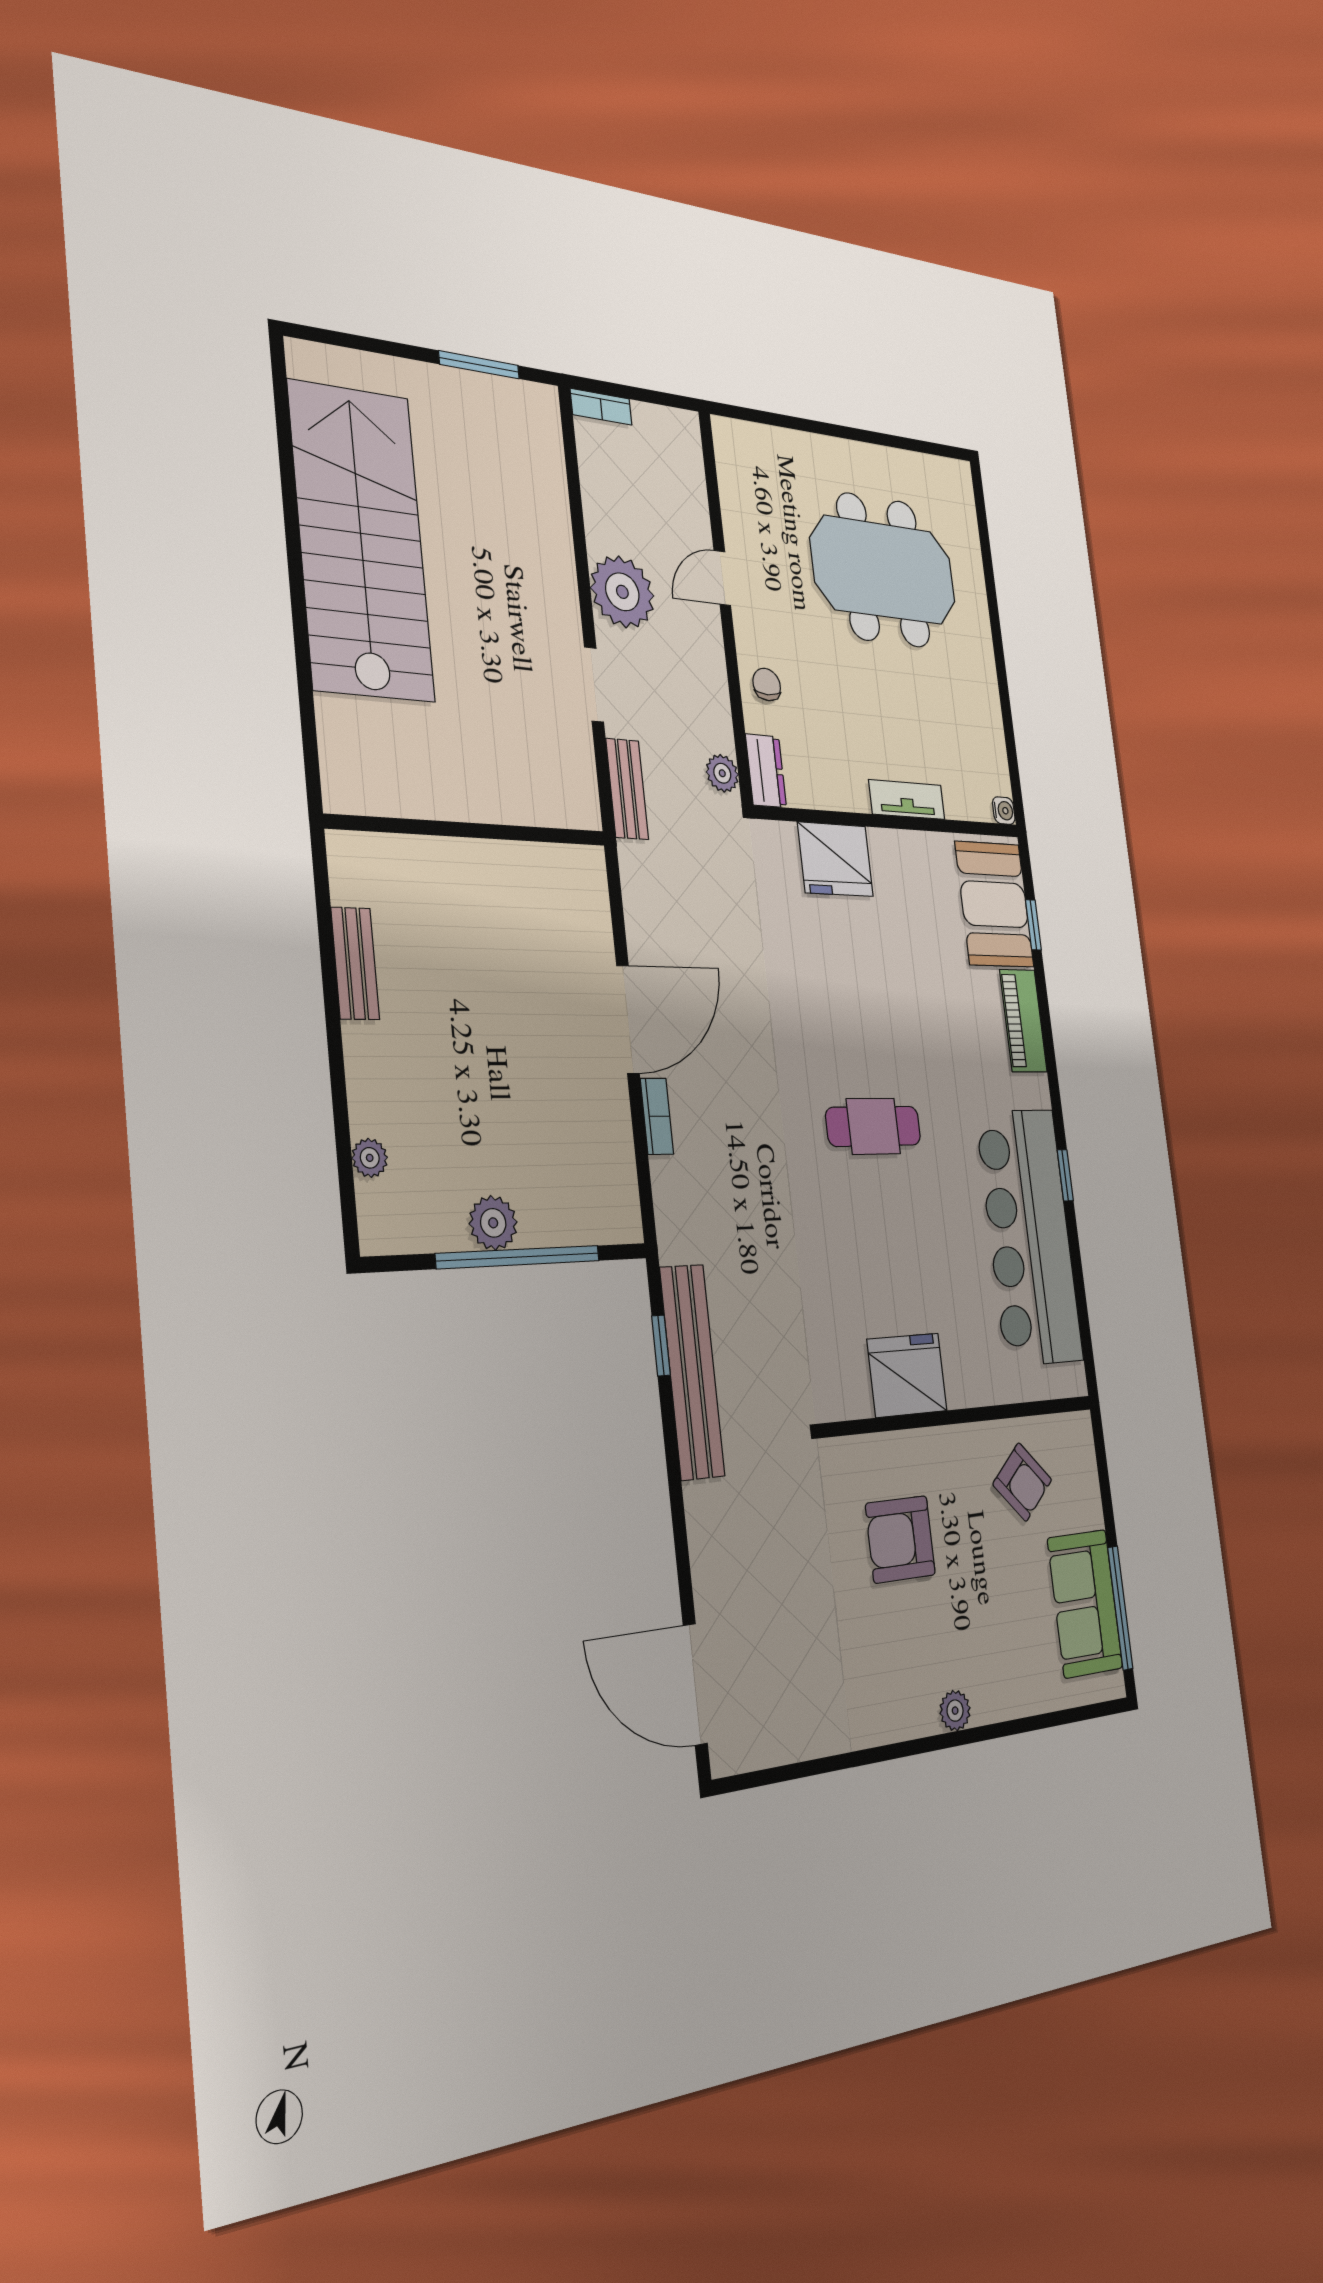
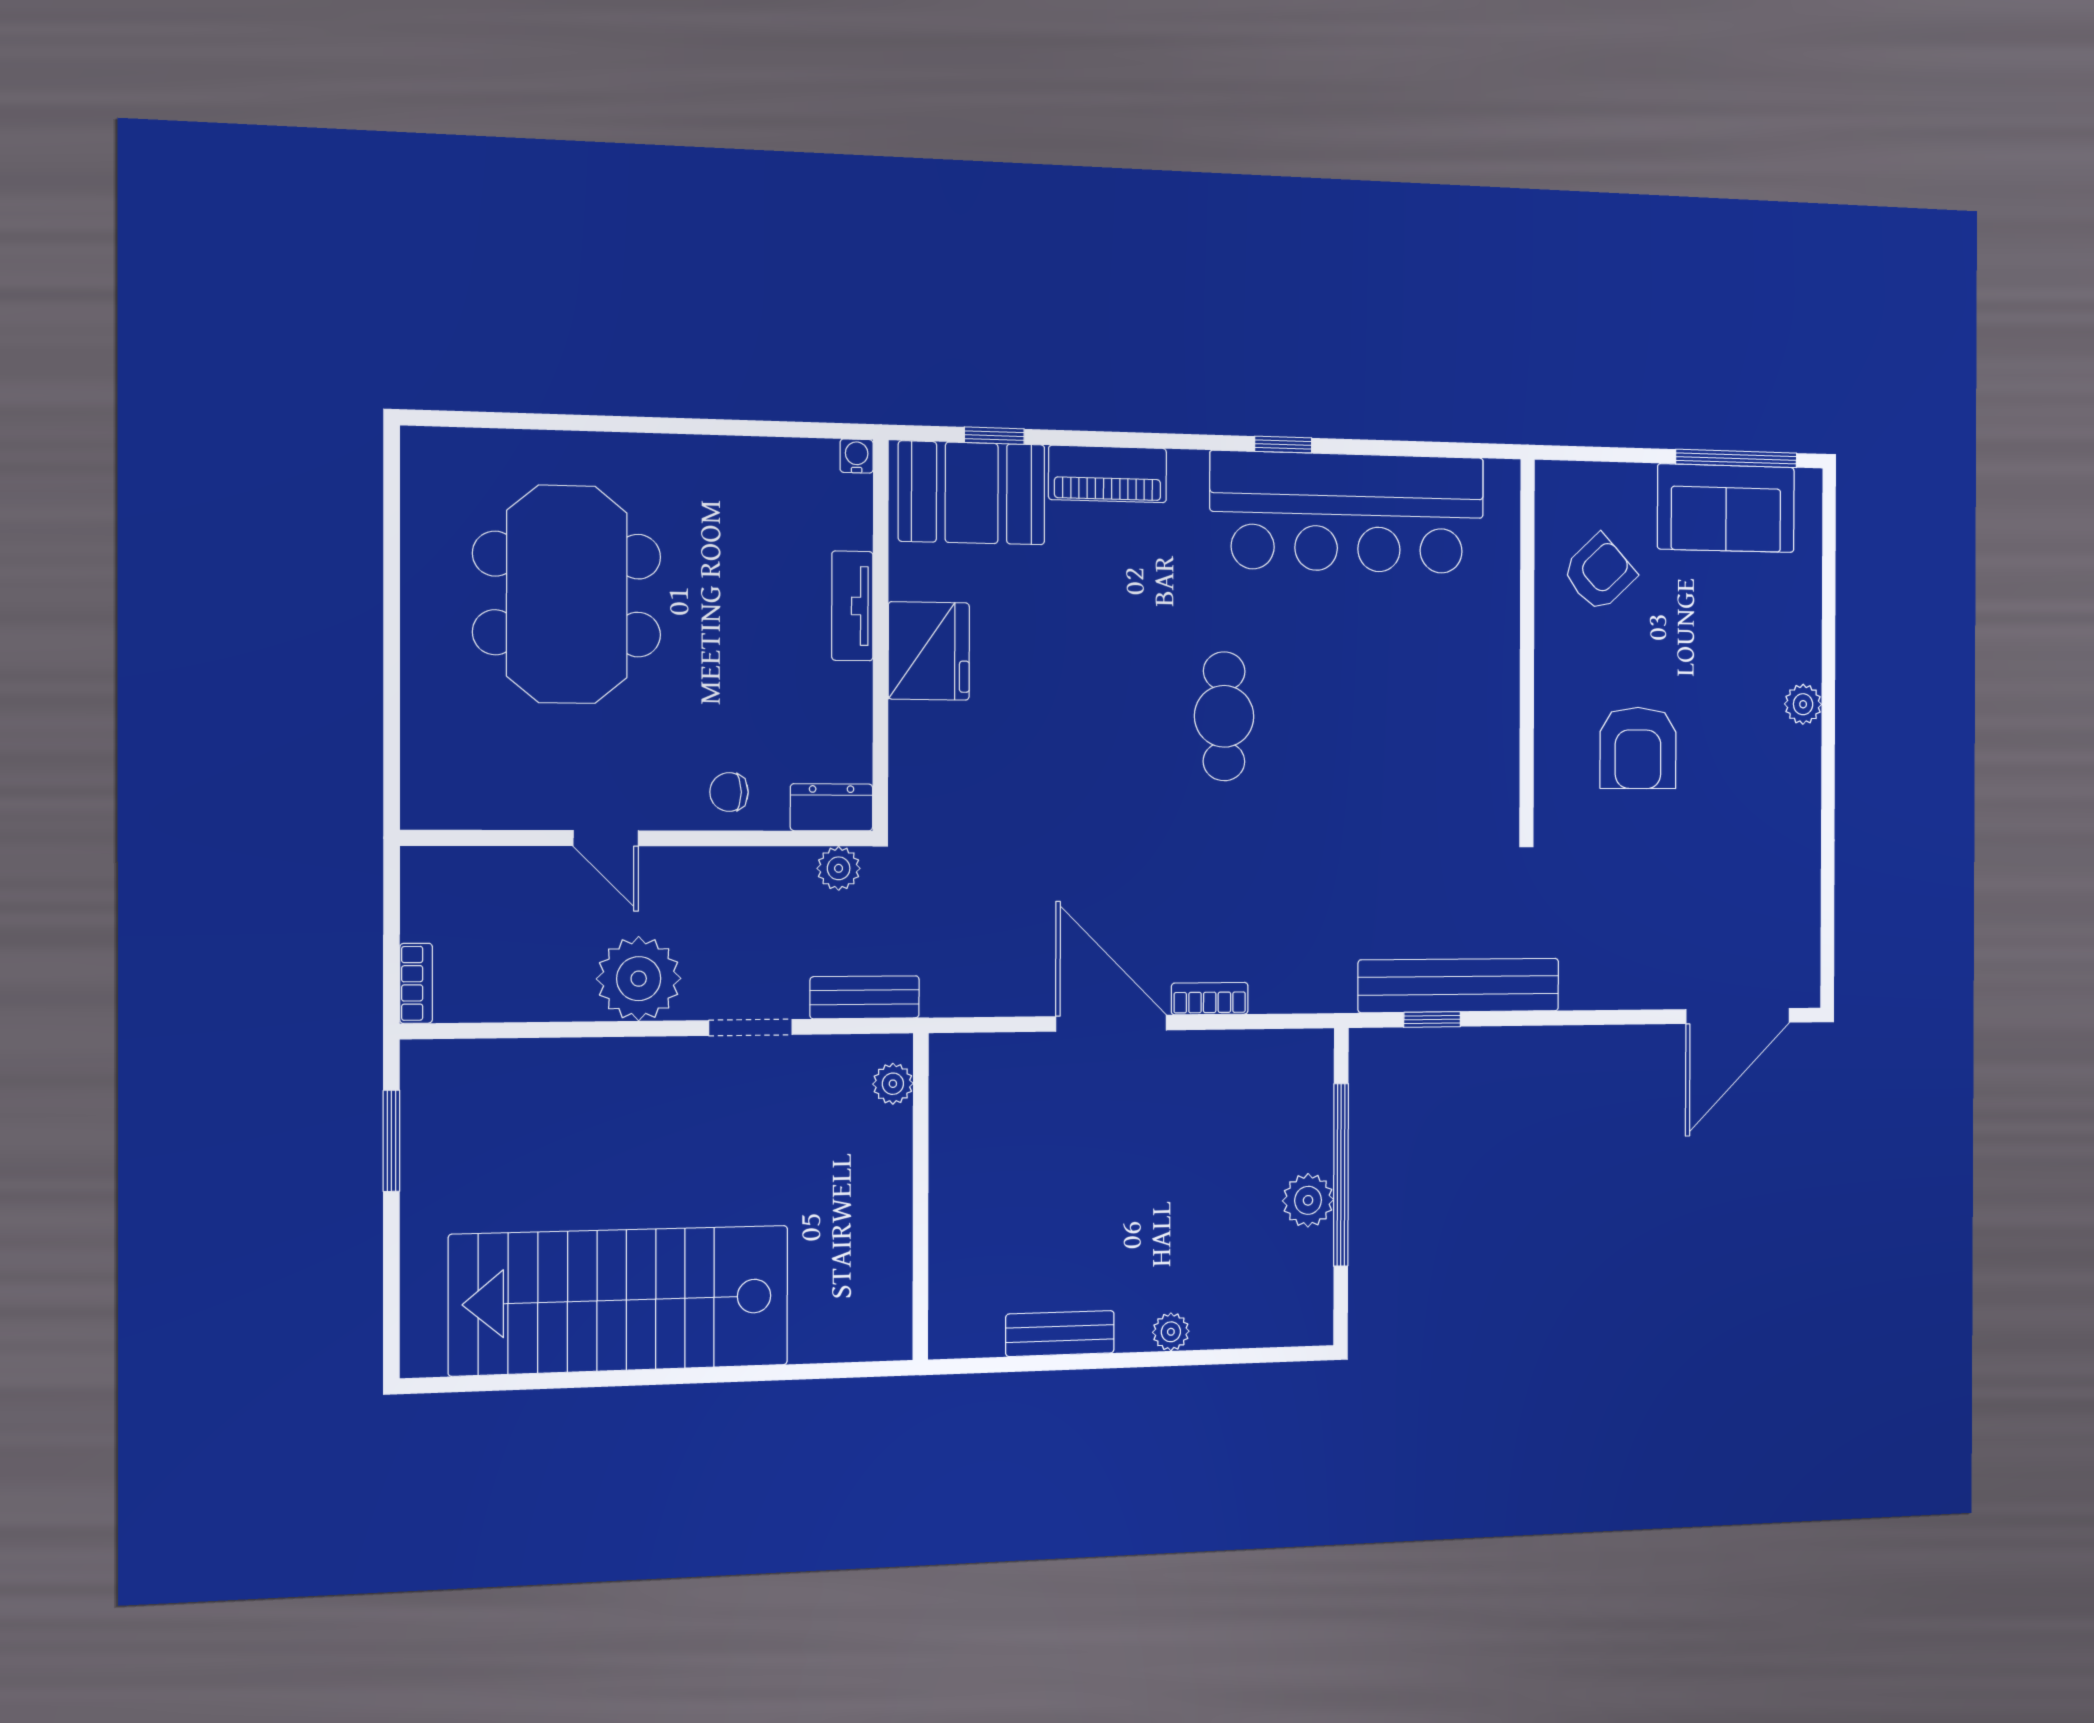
plant: (561, 810) -> (893, 1084), added
fridge: (835, 859) -> (929, 651), moved
plant: (370, 1158) -> (1171, 1332), moved
fridge: (907, 1375) -> (1481, 712), removed

